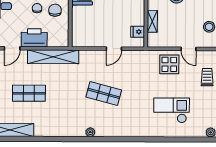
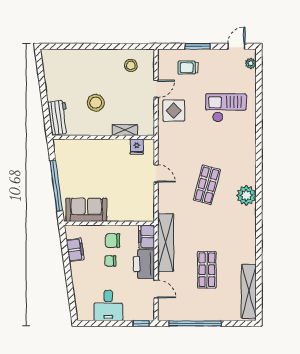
filing cabinet: (58, 40) -> (147, 237), added
checkout: (172, 110) -> (226, 108), turned 90
plant: (90, 132) -> (246, 195), width x1.87, depth x1.87

